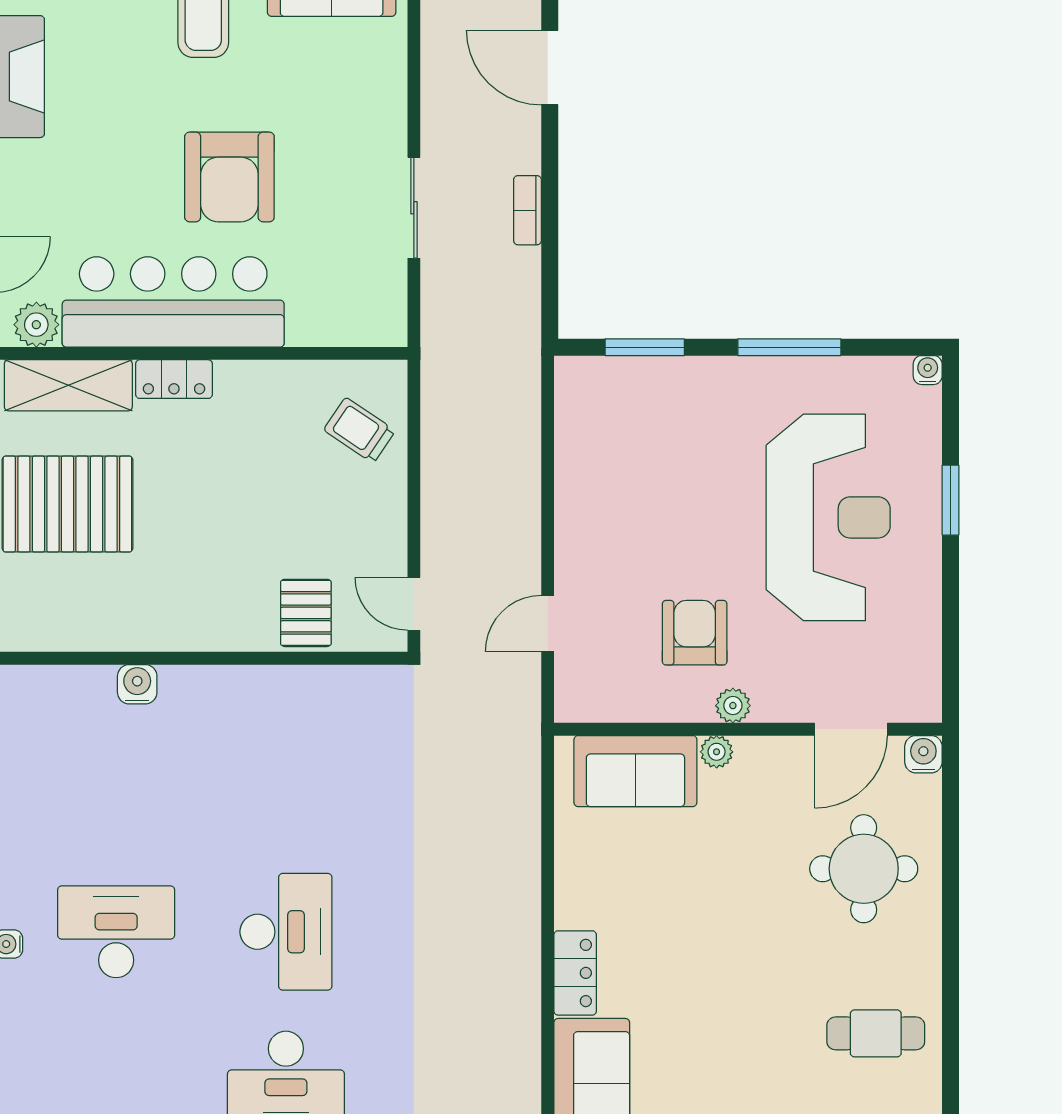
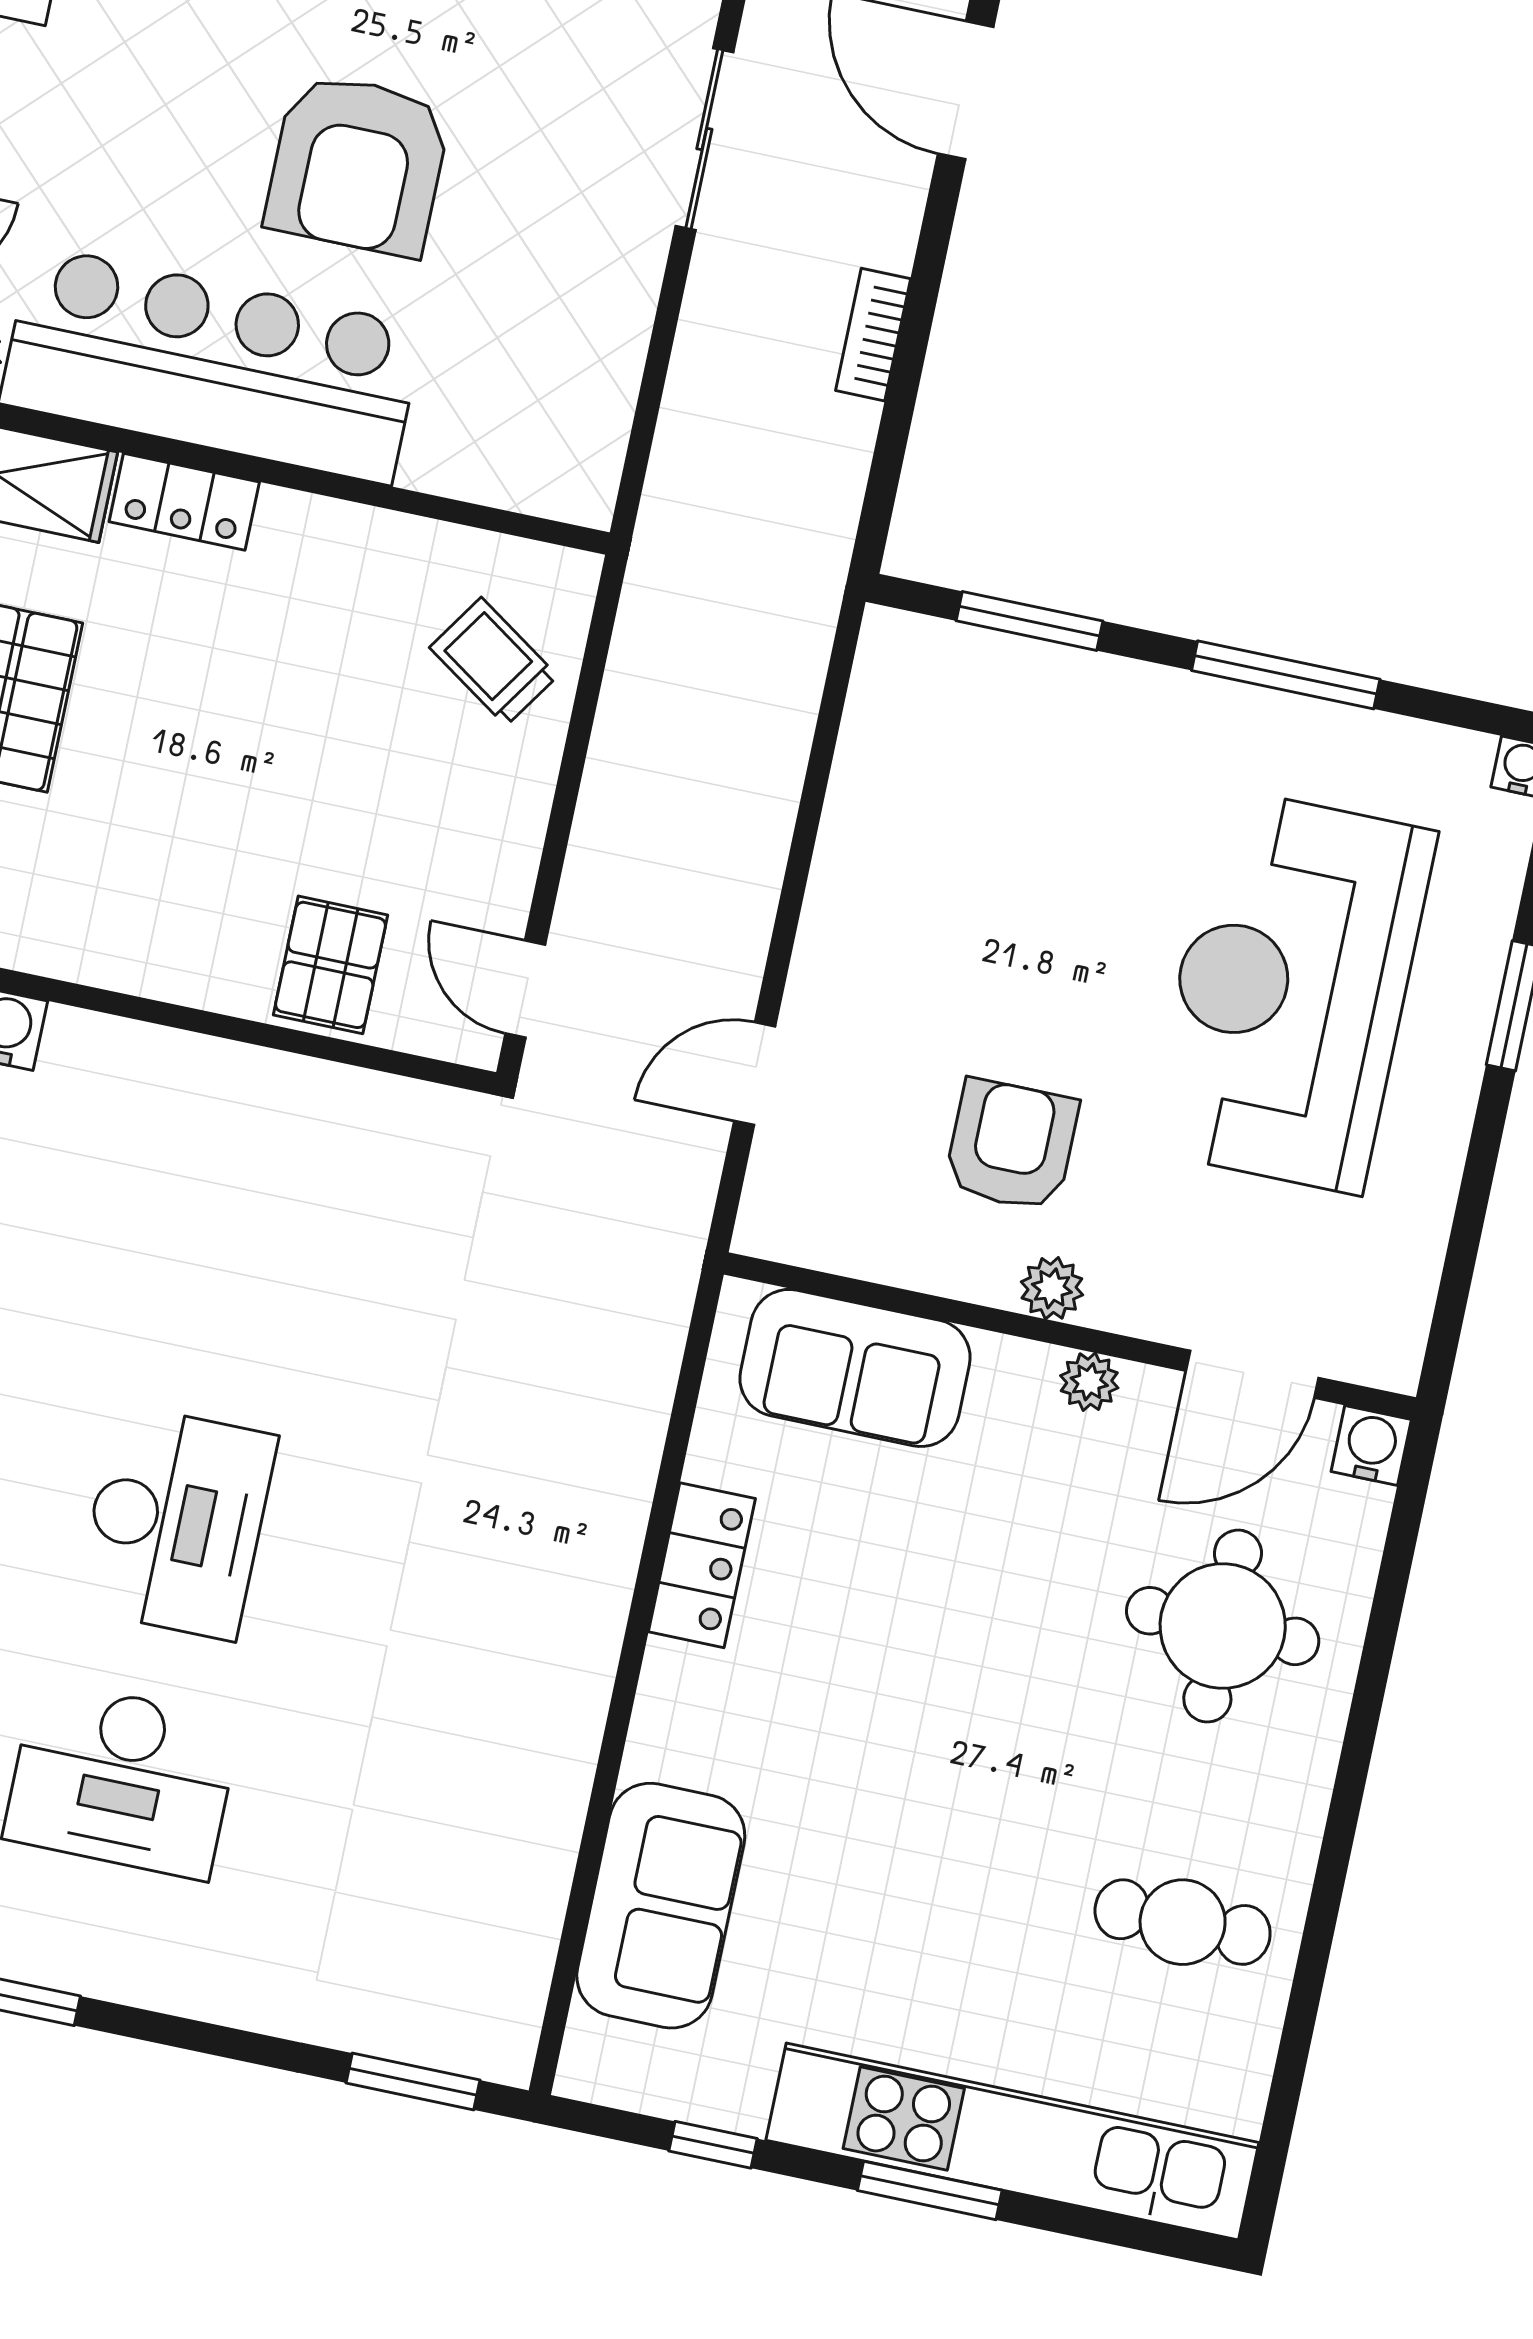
sliding door: (414, 208) -> (704, 139), moved
reception desk: (828, 517) -> (1291, 991), turned 180
plant: (717, 752) -> (1089, 1382), moved
locker: (575, 973) -> (702, 1565), moved

